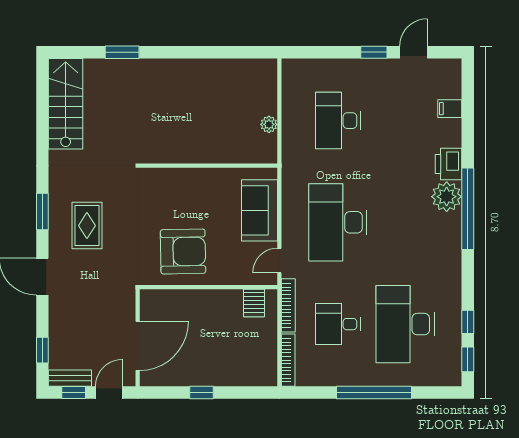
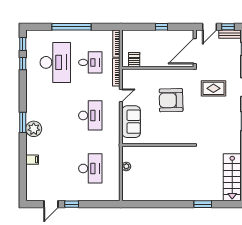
filing cabinet: (450, 109) -> (32, 160), moved
printer: (449, 164) -> (33, 146), removed
window: (468, 209) -> (23, 122), width x0.47
desk: (338, 222) -> (90, 115), width x0.73, depth x0.77
rug: (87, 226) -> (213, 88), moved, turned 90
wall: (208, 287) -> (158, 68), moved
server rack: (254, 303) -> (134, 60), moved

